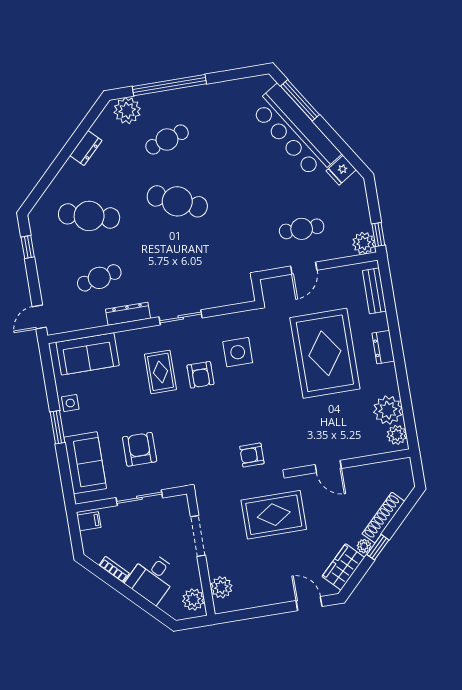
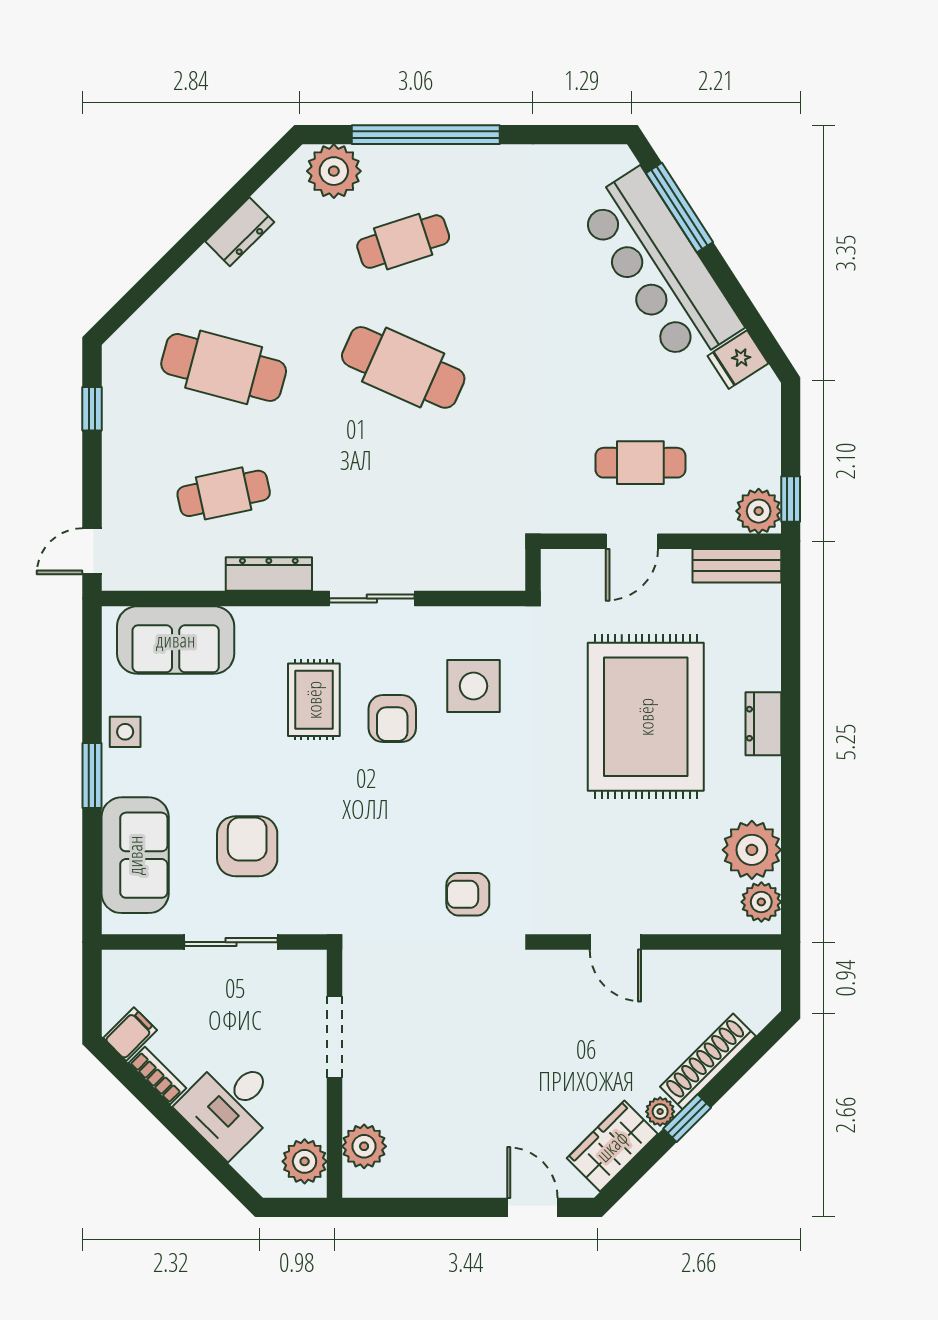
bench: (374, 291) -> (737, 566), moved, turned 90
rug: (274, 515) -> (492, 1020), removed
filing cabinet: (89, 521) -> (130, 1034), moved, turned -45

